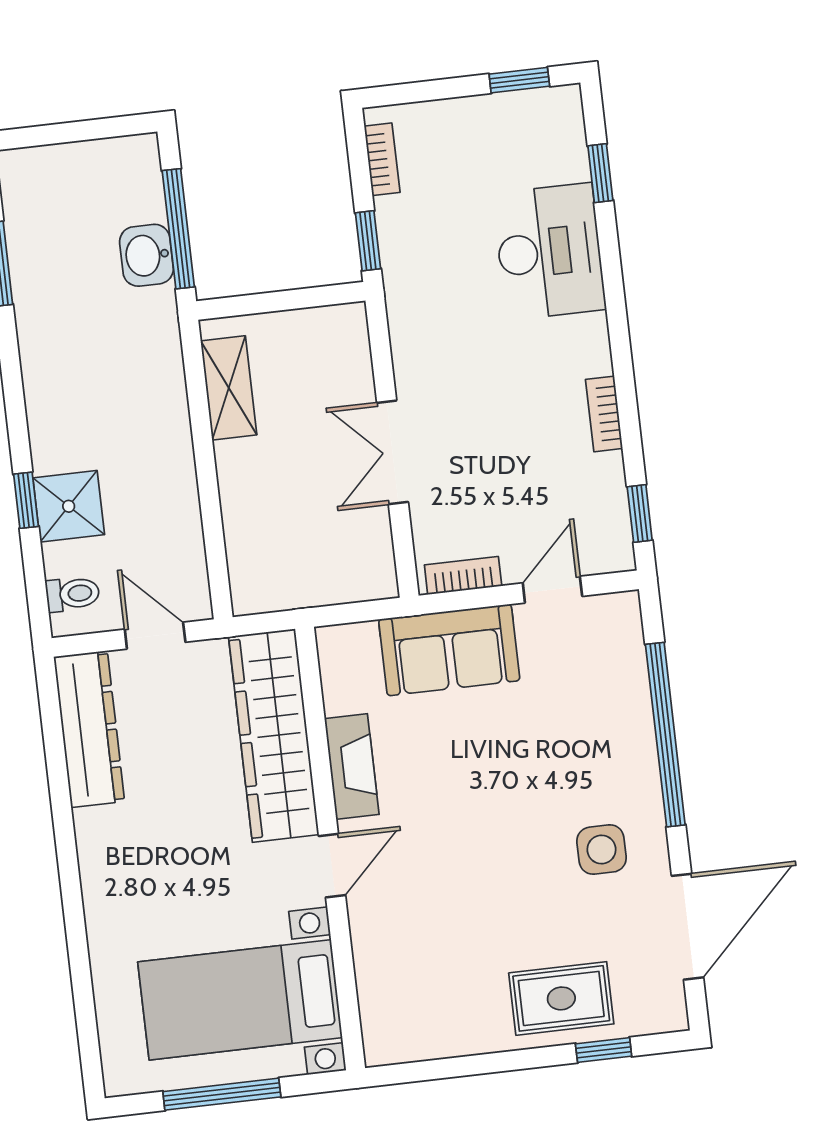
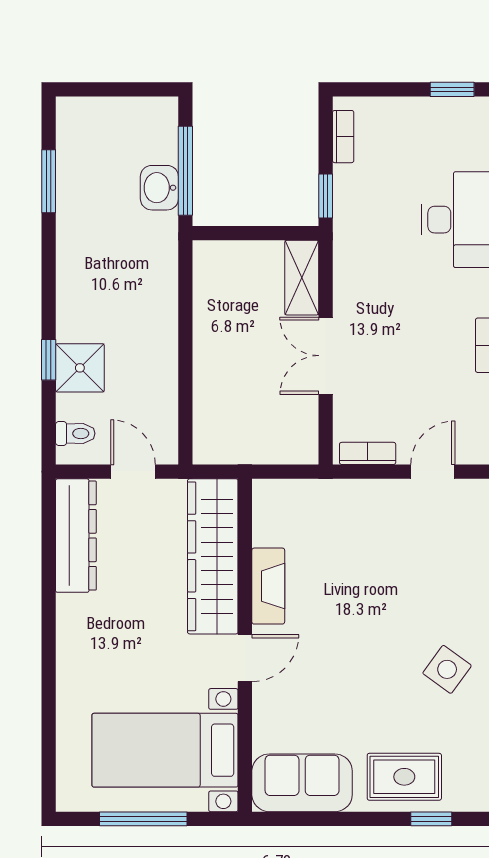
shelving: (229, 388) -> (302, 278), moved
sofa: (449, 650) -> (302, 783), moved, turned 180
side table: (601, 850) -> (447, 669), turned 36

